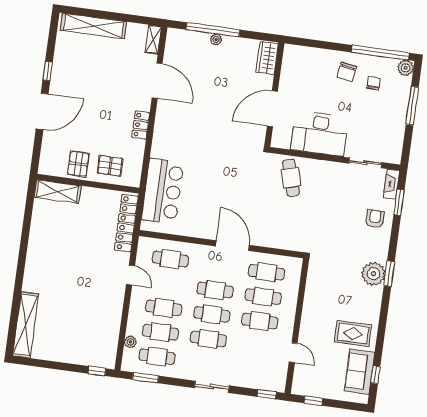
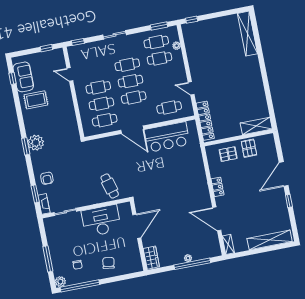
chair: (347, 72) -> (109, 263), moved
bar counter: (163, 191) -> (167, 137), moved, turned -90
cafe table: (164, 308) -> (163, 75), removed

